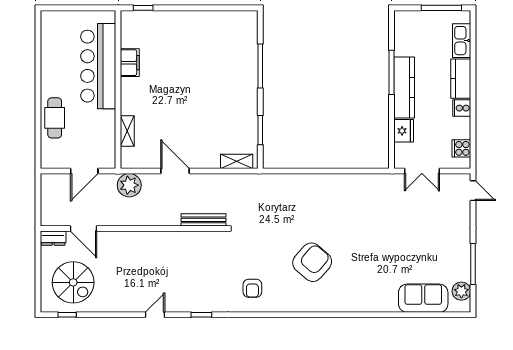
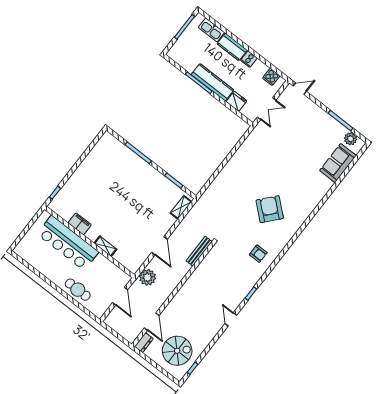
shelving: (127, 131) -> (105, 246), moved
door: (175, 171) -> (159, 246), swing flipped
door: (83, 229) -> (152, 322), hinge flipped

